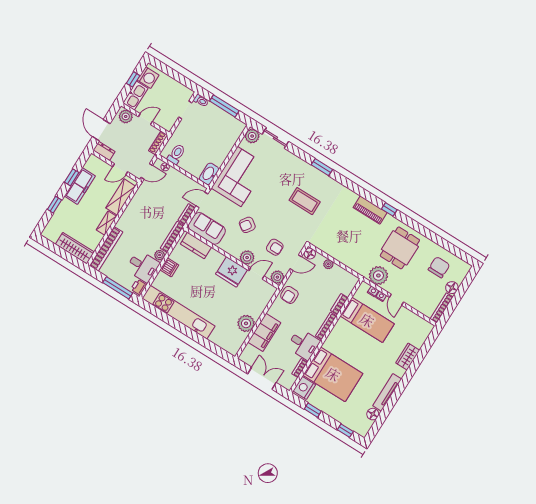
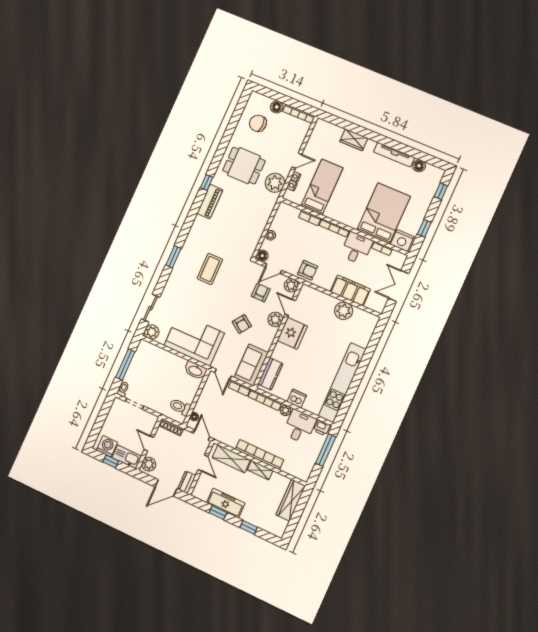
bookcase: (106, 249) -> (259, 454), moved
door: (296, 263) -> (274, 269), swing flipped

